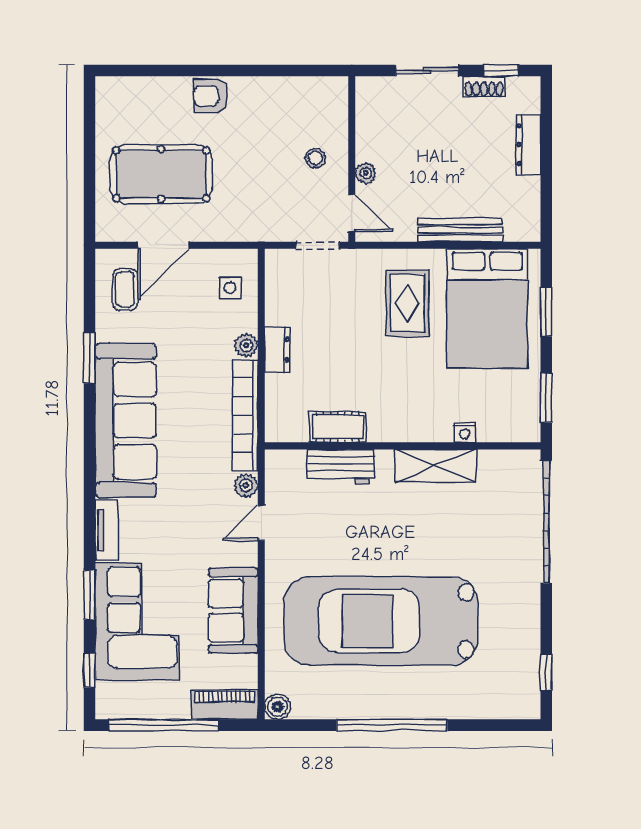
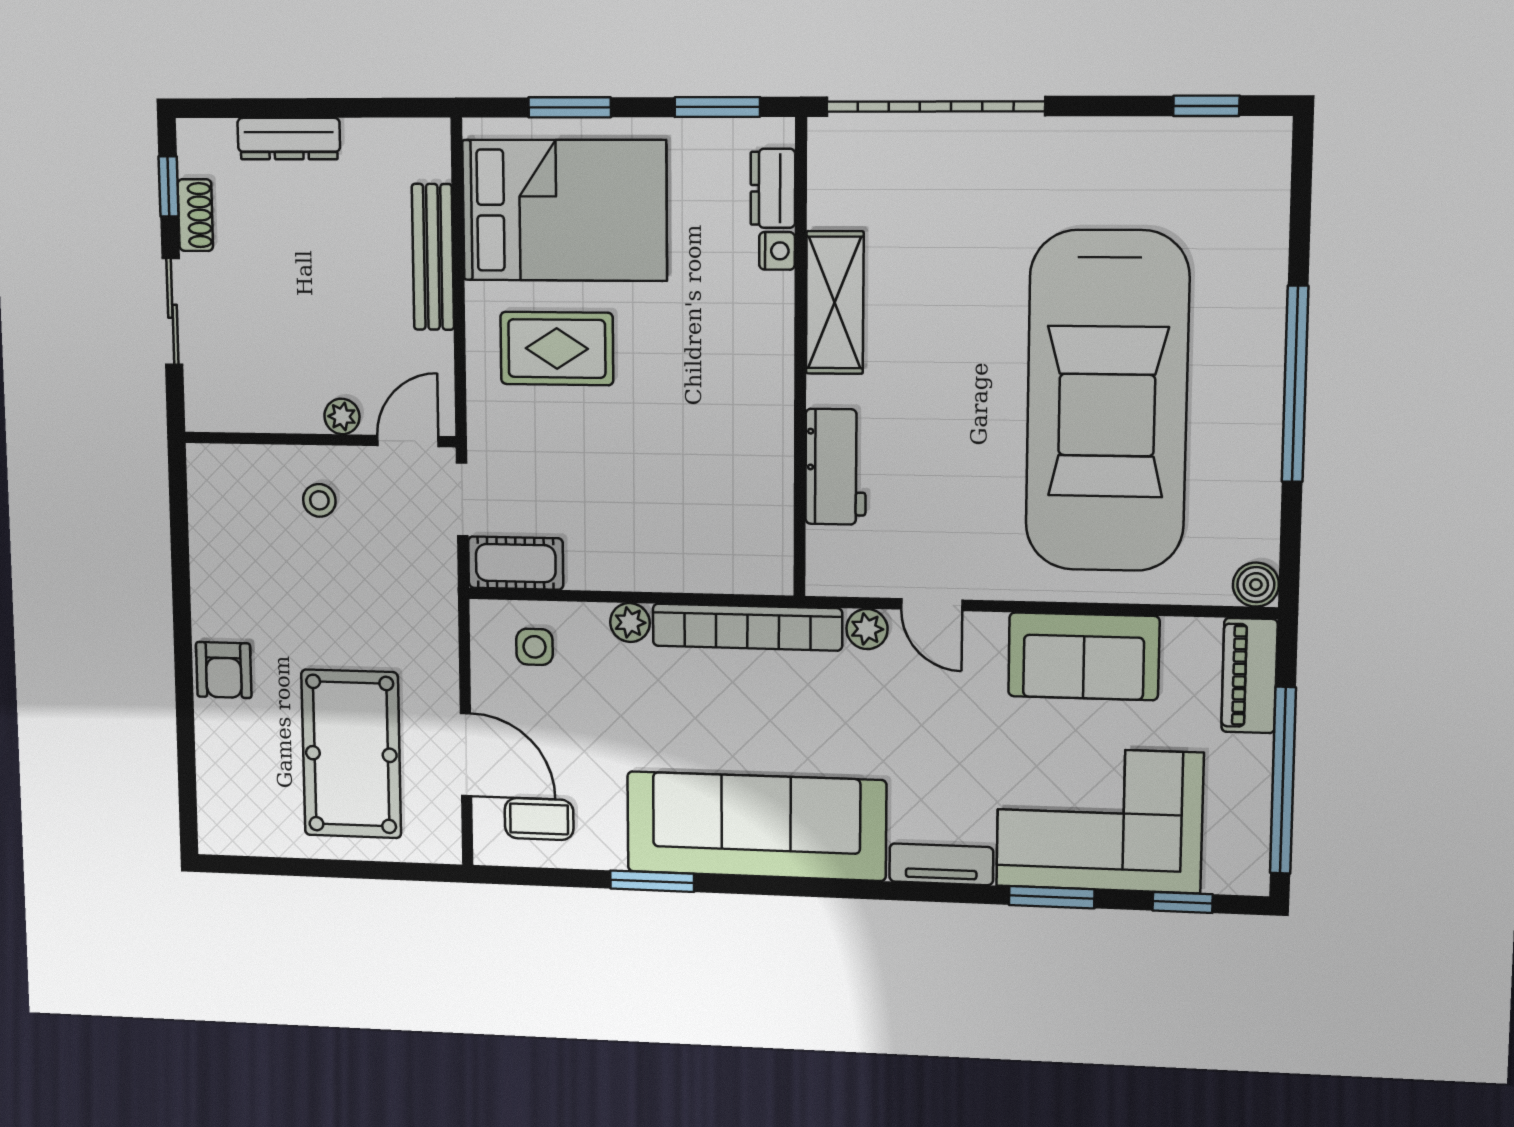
dresser: (277, 350) -> (773, 188), moved, turned -90
cot: (338, 427) -> (516, 563), moved, turned 90

